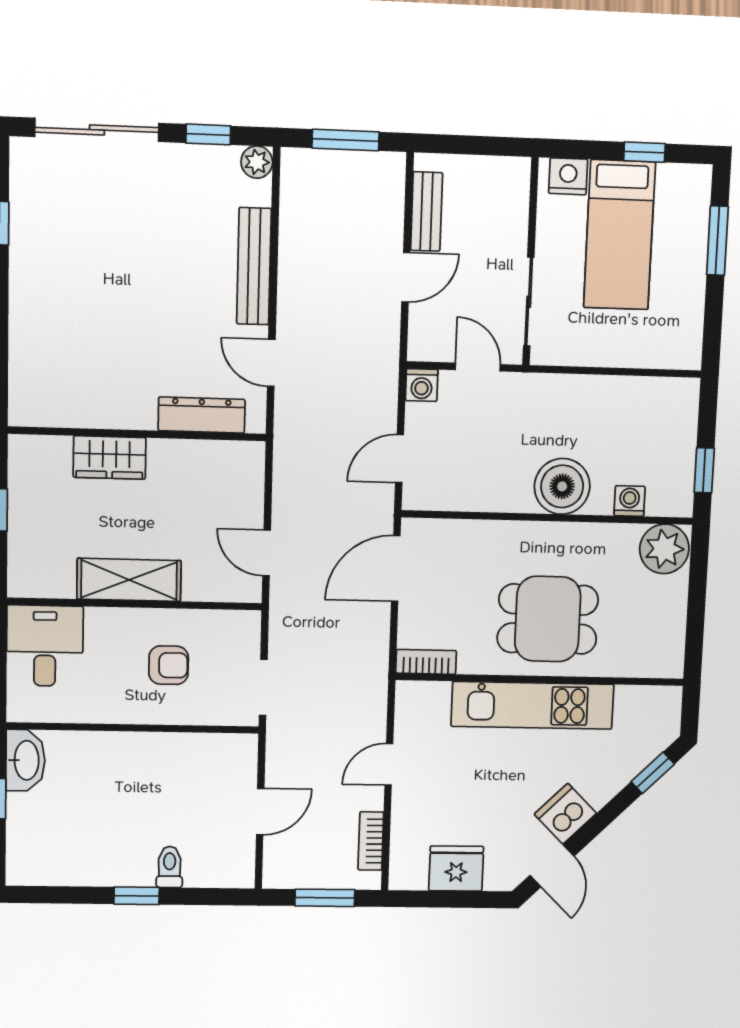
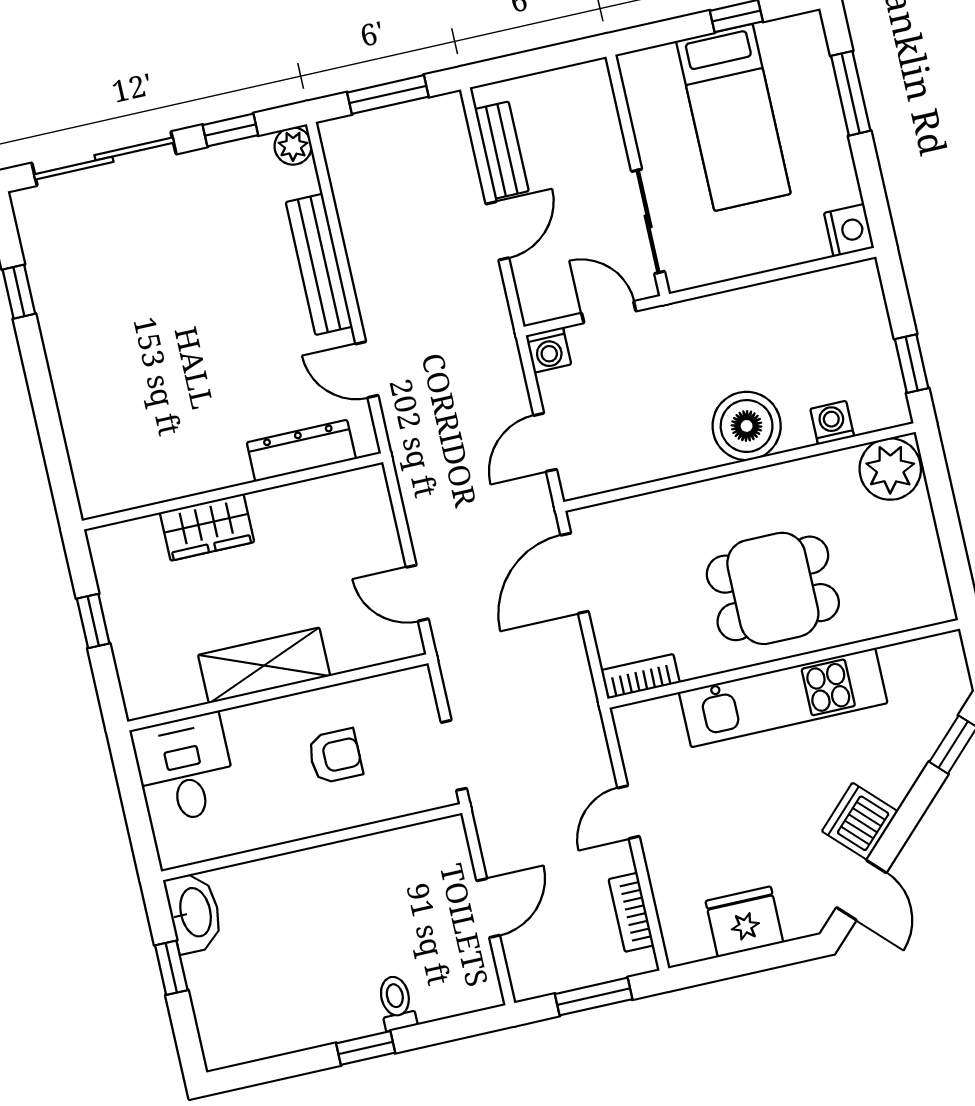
nightstand: (568, 176) -> (849, 230), moved, turned 90

